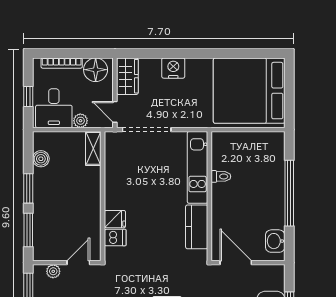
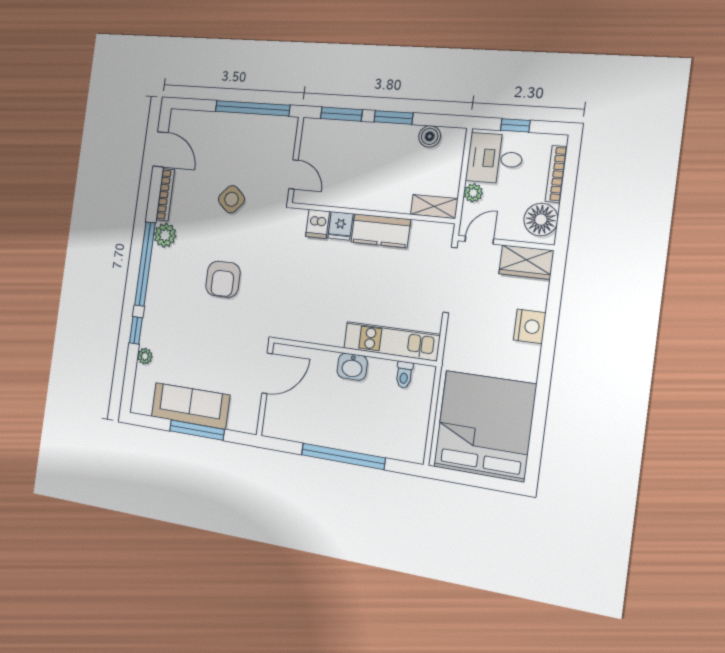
toilet: (221, 176) -> (404, 375), moved
kitchen counter: (197, 227) -> (381, 231), moved, turned 180
washbasin: (275, 241) -> (352, 367), moved, turned 180
plant: (53, 271) -> (287, 142), removed

